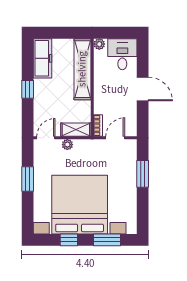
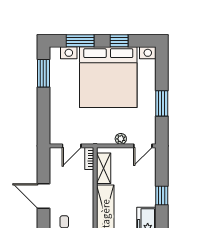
shelving: (76, 130) -> (104, 168), moved, turned 90
window: (143, 174) -> (43, 73), moved

